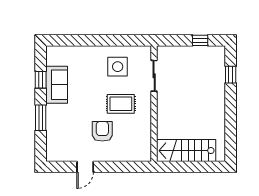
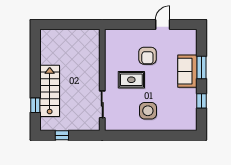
side table: (118, 67) -> (148, 111), moved
sofa: (57, 85) -> (187, 71), moved
stairs: (186, 151) -> (50, 91), moved, turned -90

